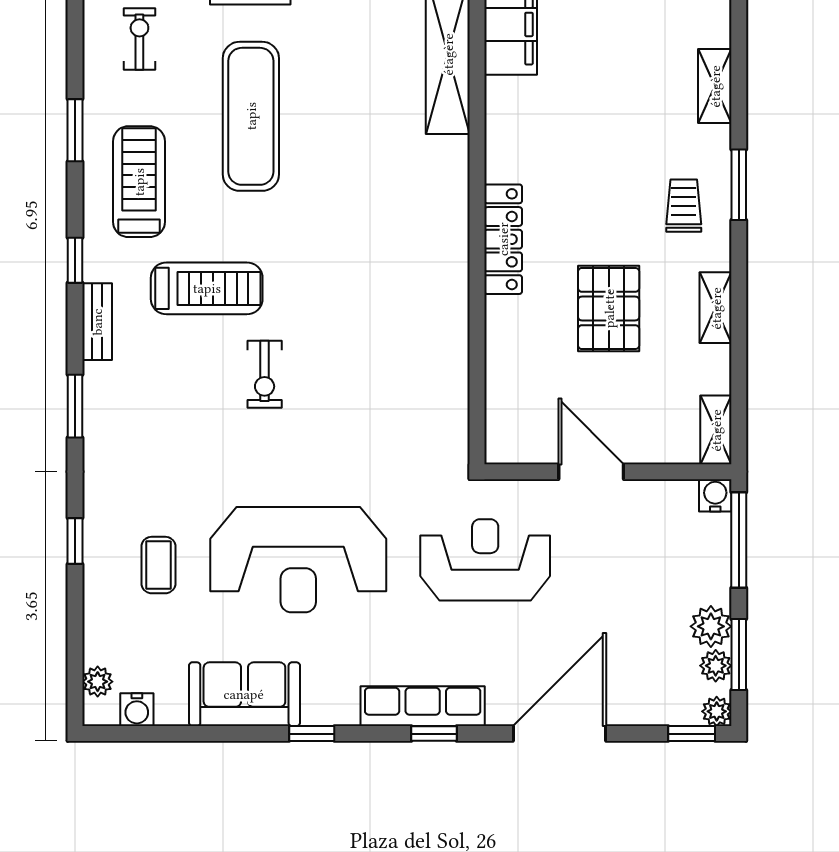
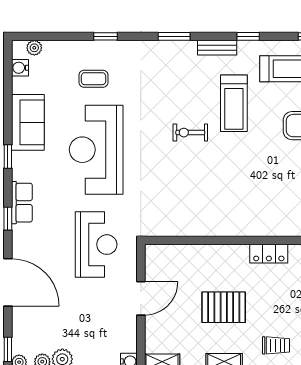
locker: (503, 239) -> (269, 254), width x0.66
row of seats: (423, 706) -> (22, 203), width x0.68

